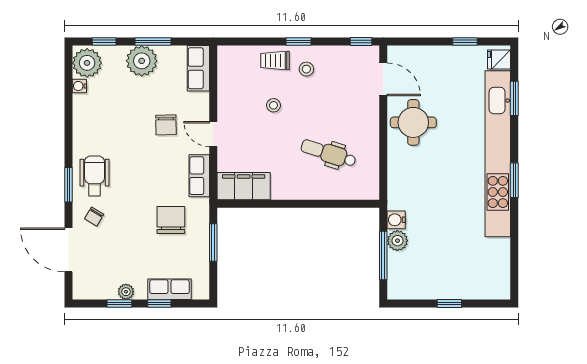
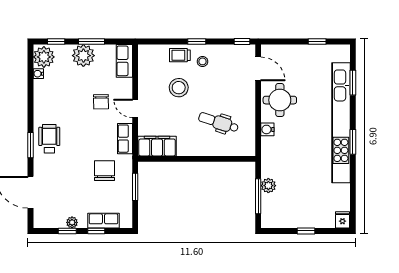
fridge: (499, 59) -> (342, 220), moved, turned 90
stool: (273, 105) -> (179, 88), width x1.89, depth x1.89
chair: (94, 217) -> (49, 168), removed
water cooler: (396, 220) -> (267, 129), moved

